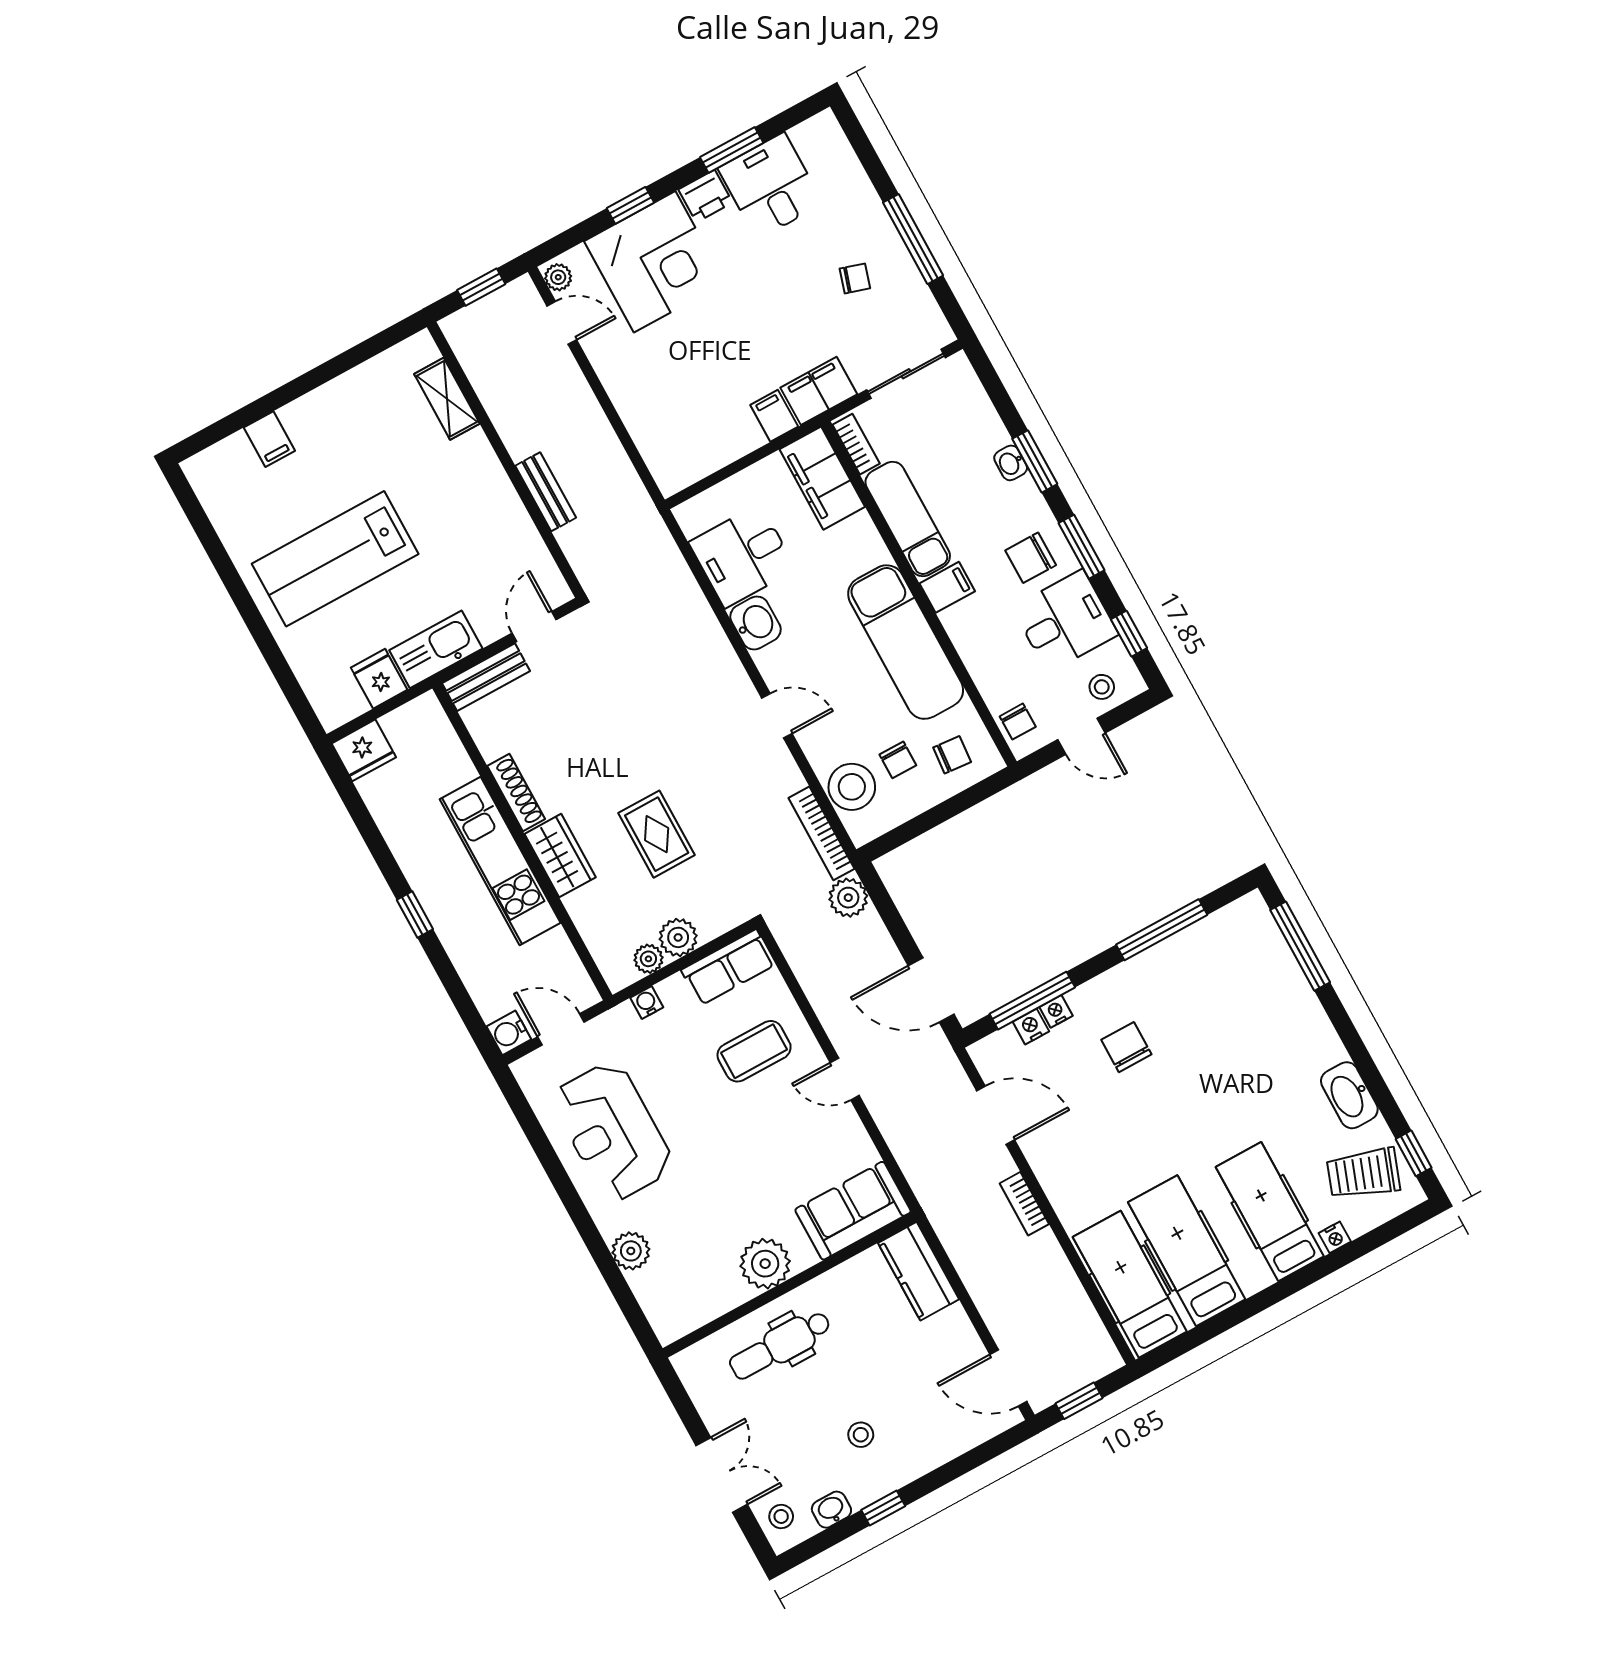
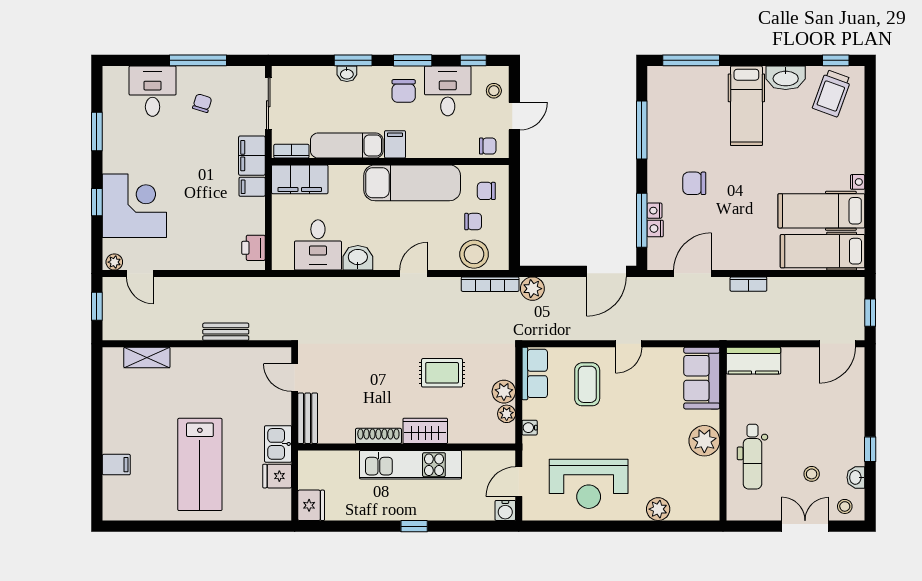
desk: (771, 186) -> (153, 91), moved, turned 90
printer: (705, 196) -> (253, 248), moved, turned 180
door: (562, 323) -> (140, 273), swing flipped
kitchen sink: (436, 649) -> (278, 444), width x0.73
chair: (952, 755) -> (486, 191), turned -95
hospital bed: (1270, 1212) -> (746, 106), moved, turned -90
nightstand: (1335, 1237) -> (858, 182), moved
stool: (861, 1435) -> (812, 474), moved

